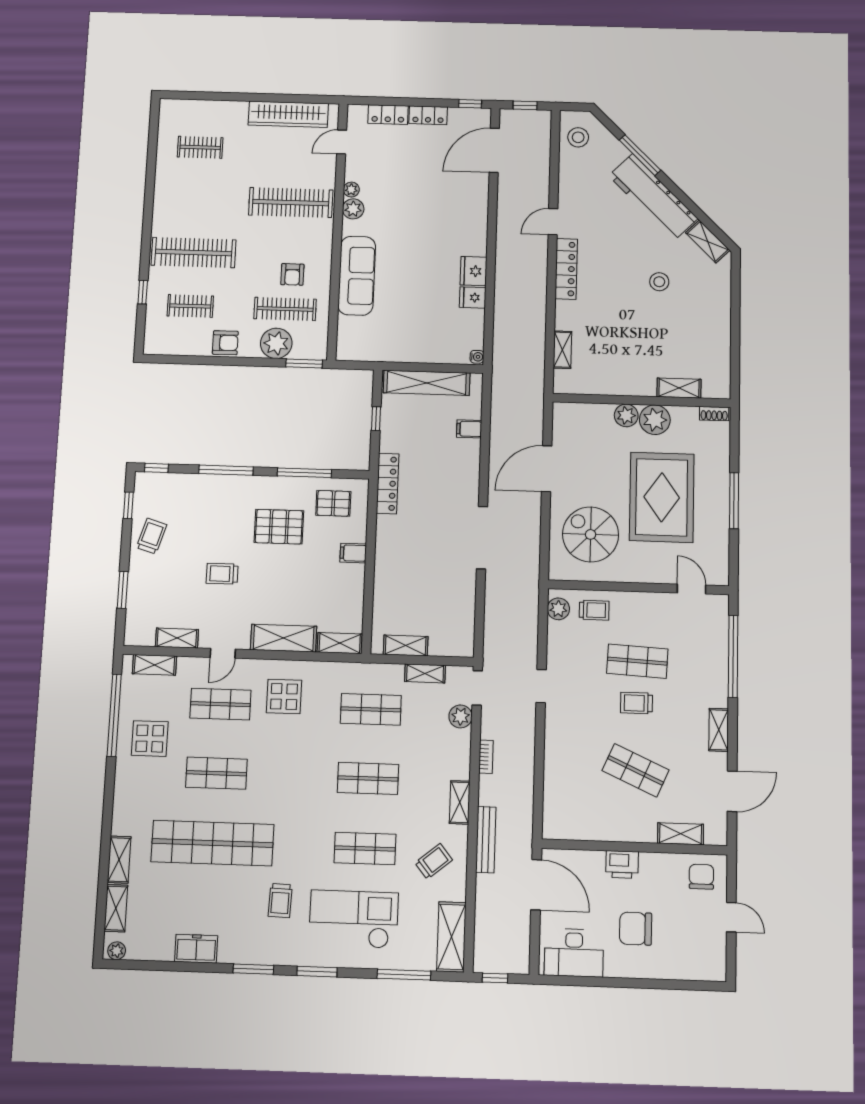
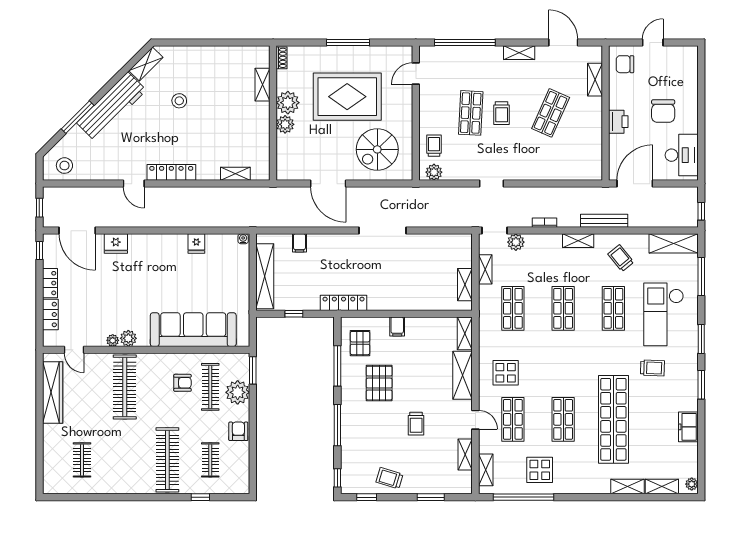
fridge: (473, 271) -> (116, 244), moved
sofa: (357, 276) -> (193, 330), width x1.36, depth x1.27

